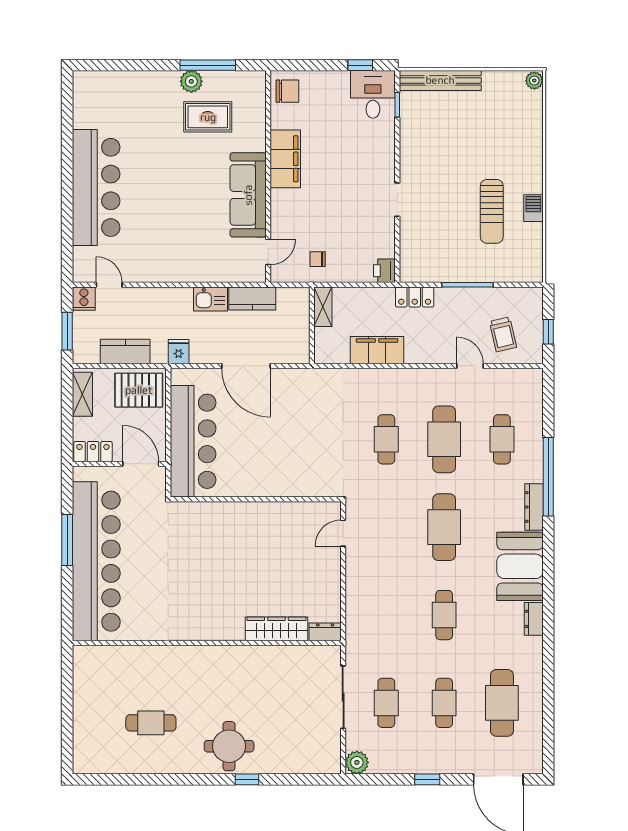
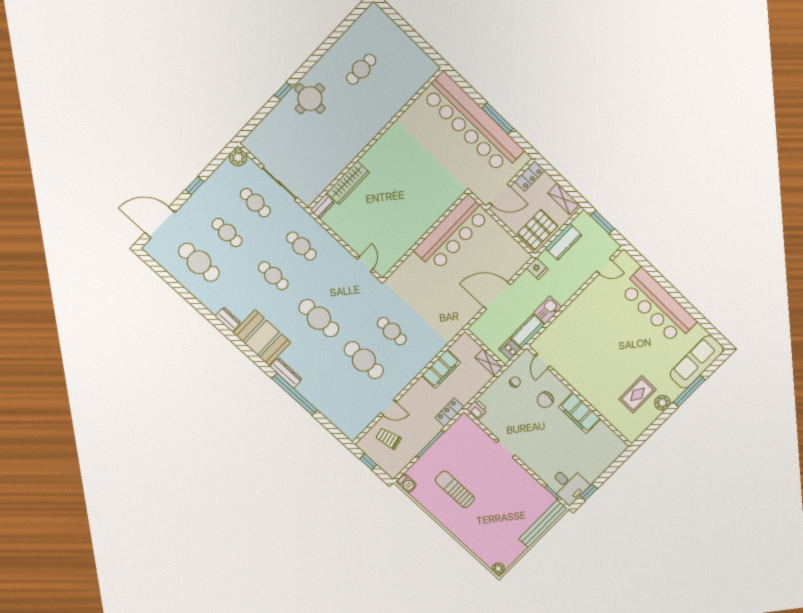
window: (208, 65) -> (689, 391), moved
chair: (287, 91) -> (545, 400), moved
sofa: (248, 195) -> (697, 362), moved, turned -90
barbecue: (533, 208) -> (406, 483), moved
cooker: (84, 299) -> (510, 349), moved
cafe table: (502, 439) -> (301, 246), moved
bar counter: (193, 441) -> (452, 233), moved, turned -90

